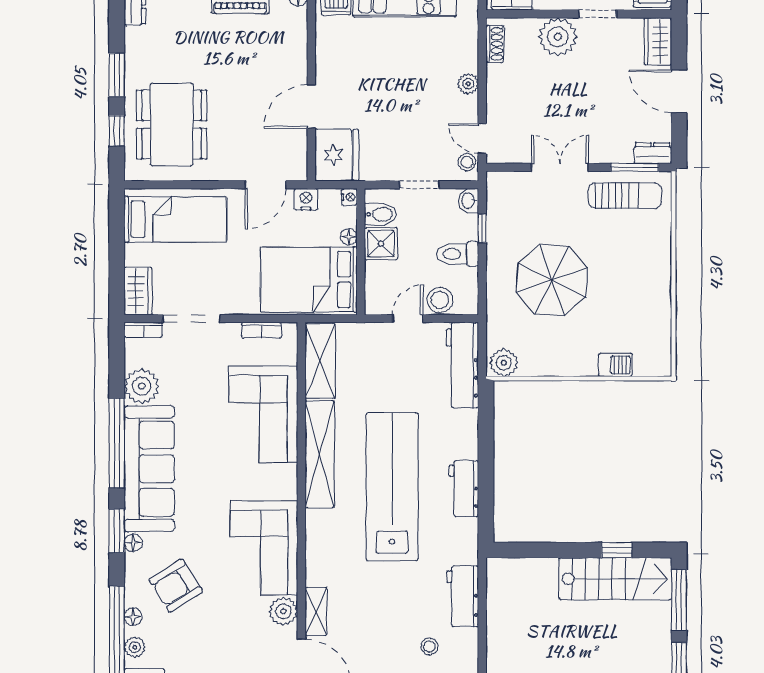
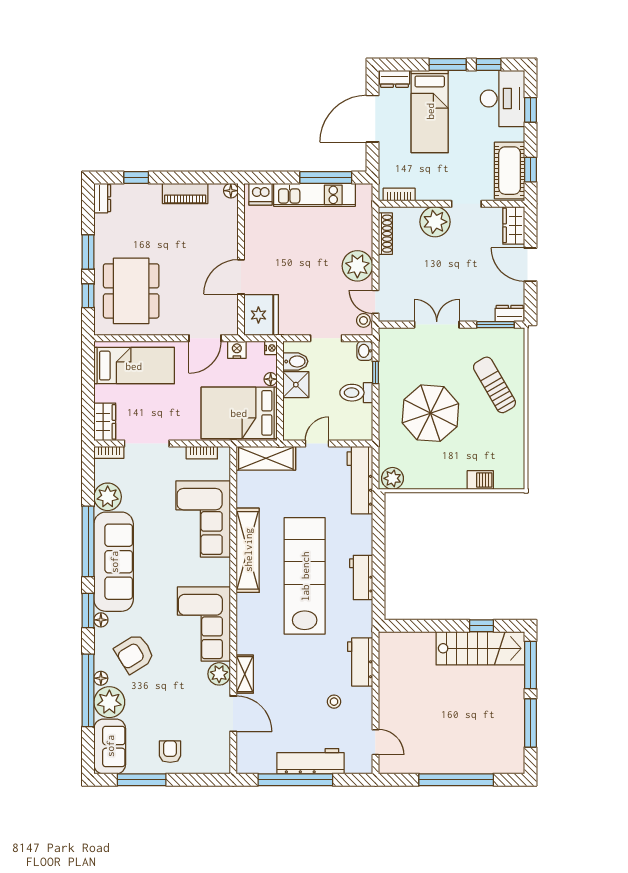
shoe rack: (495, 44) -> (385, 234), width x1.43
plant: (468, 84) -> (357, 266), width x1.88, depth x1.88
sun lounger: (625, 196) -> (494, 385), moved, turned -120
stool: (440, 300) -> (342, 429), removed
shelving: (320, 361) -> (266, 458), moved, turned 90
plant: (135, 647) -> (109, 702), width x1.87, depth x1.87

